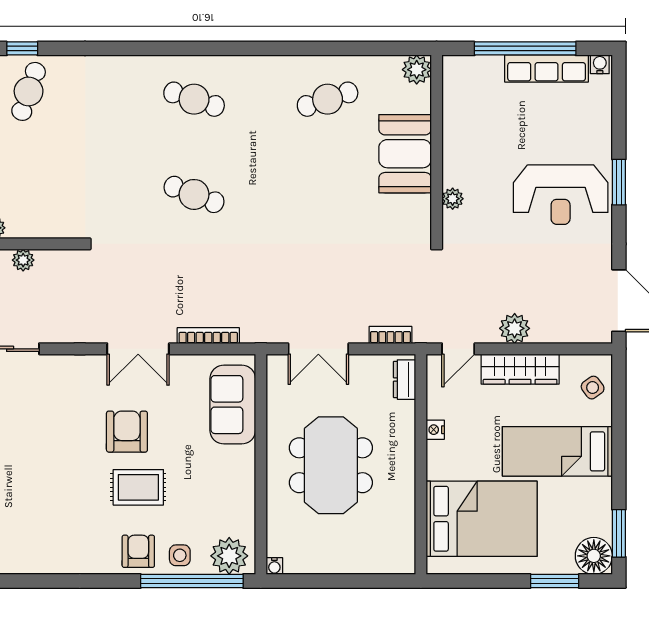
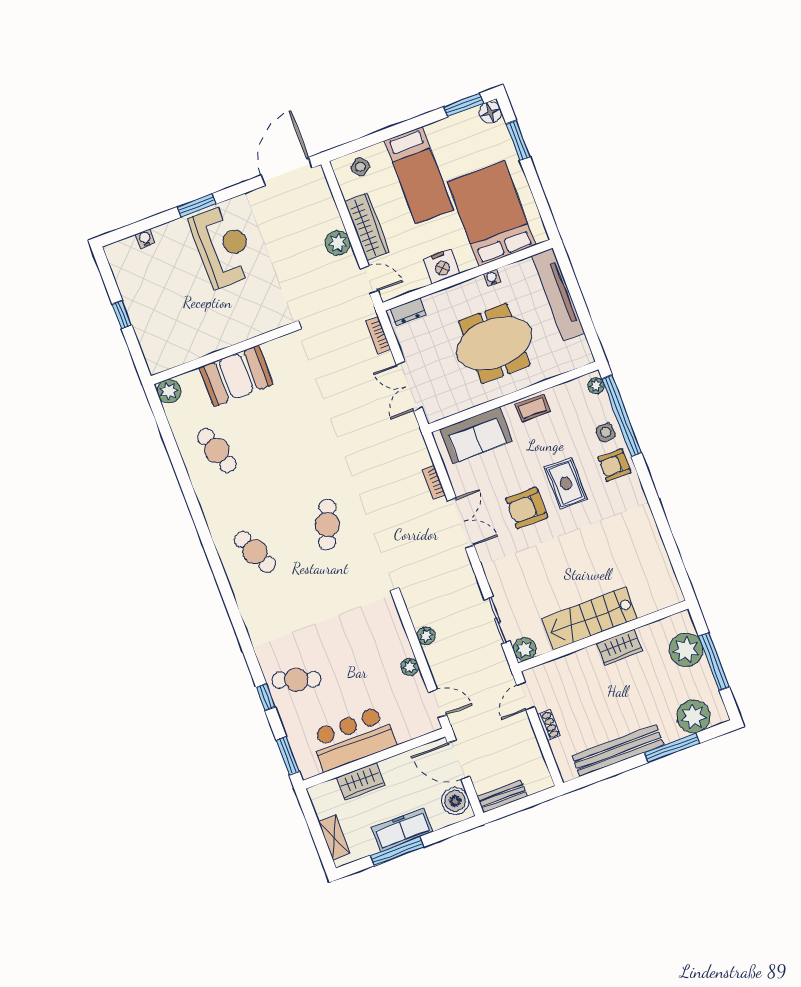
window: (525, 48) -> (122, 315), width x0.32
water cooler: (600, 64) -> (145, 239), moved, turned 90
row of seats: (547, 69) -> (131, 293), removed
cafe table: (194, 99) -> (255, 552), turned -42
plant: (453, 199) -> (257, 327), removed
bookcase: (208, 336) -> (434, 482), width x0.64
double door: (318, 349) -> (409, 386), swing flipped
nightstand: (435, 430) -> (442, 266), width x1.89, depth x1.79
coffee table: (239, 482) -> (533, 408), added
plant: (229, 556) -> (596, 386), width x0.53, depth x0.53
floor lamp: (594, 556) -> (490, 112), width x0.73, depth x0.73
tv unit: (360, 560) -> (558, 294), added
water cooler: (274, 566) -> (492, 278), moved, turned -90

